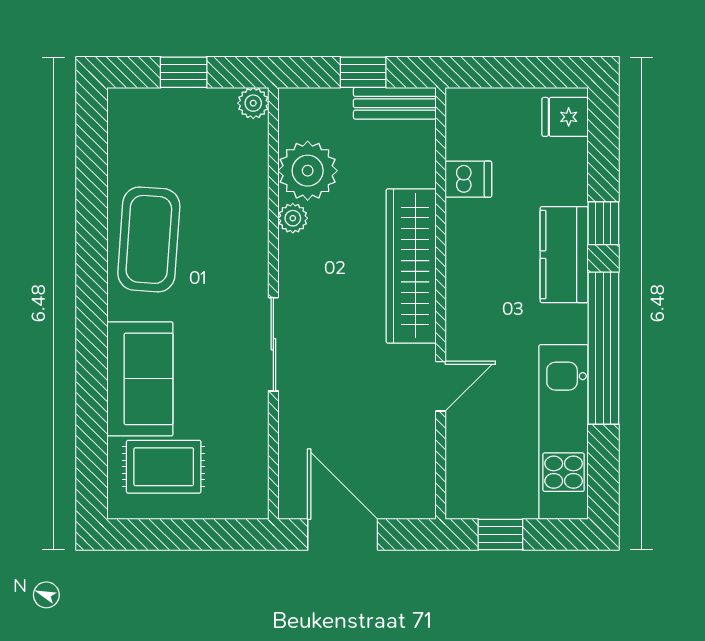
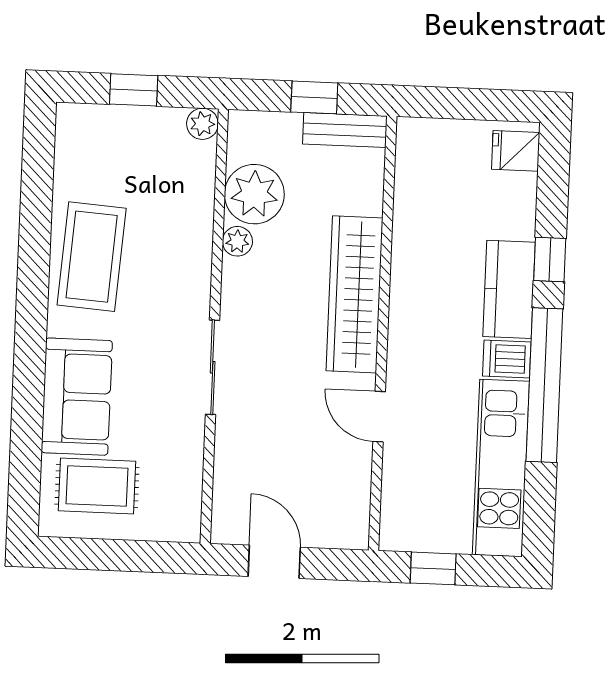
dishwasher: (468, 179) -> (507, 359), moved, turned 180
door: (441, 386) -> (379, 417), swing flipped
door: (343, 535) -> (274, 562), width x0.73

